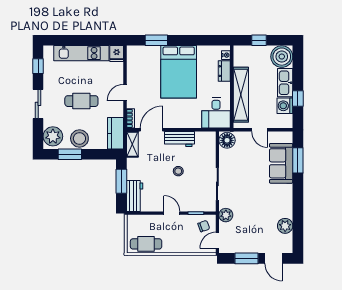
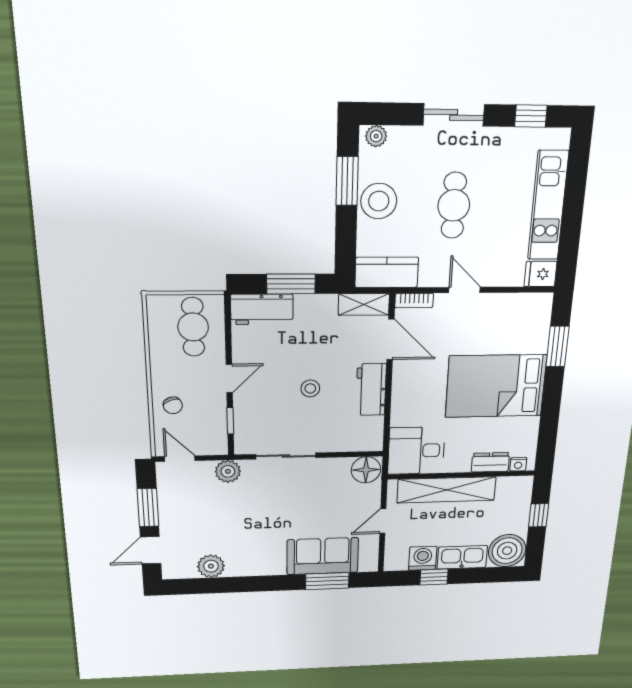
plant: (53, 136) -> (376, 136), width x0.53, depth x0.53
chair: (204, 226) -> (173, 405), moved
cafe table: (146, 244) -> (193, 327), moved

